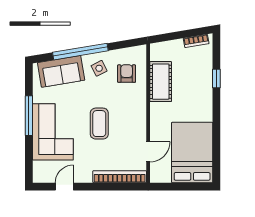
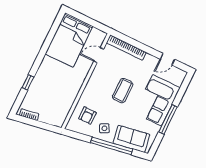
cot: (161, 82) -> (67, 99), removed

